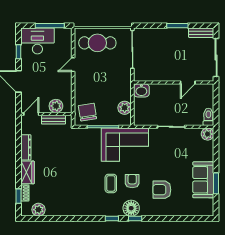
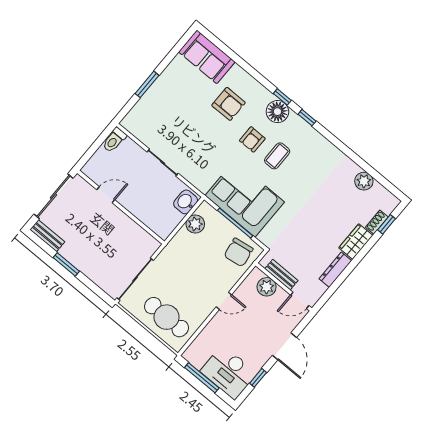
door: (73, 65) -> (224, 301), moved
washbasin: (141, 90) -> (186, 202), moved, turned -90
plant: (208, 134) -> (131, 122), removed
corner sofa: (125, 145) -> (245, 199), moved
sofa: (203, 180) -> (207, 57), moved, turned 90
window: (216, 183) -> (147, 84), moved
plant: (38, 210) -> (364, 181), moved

